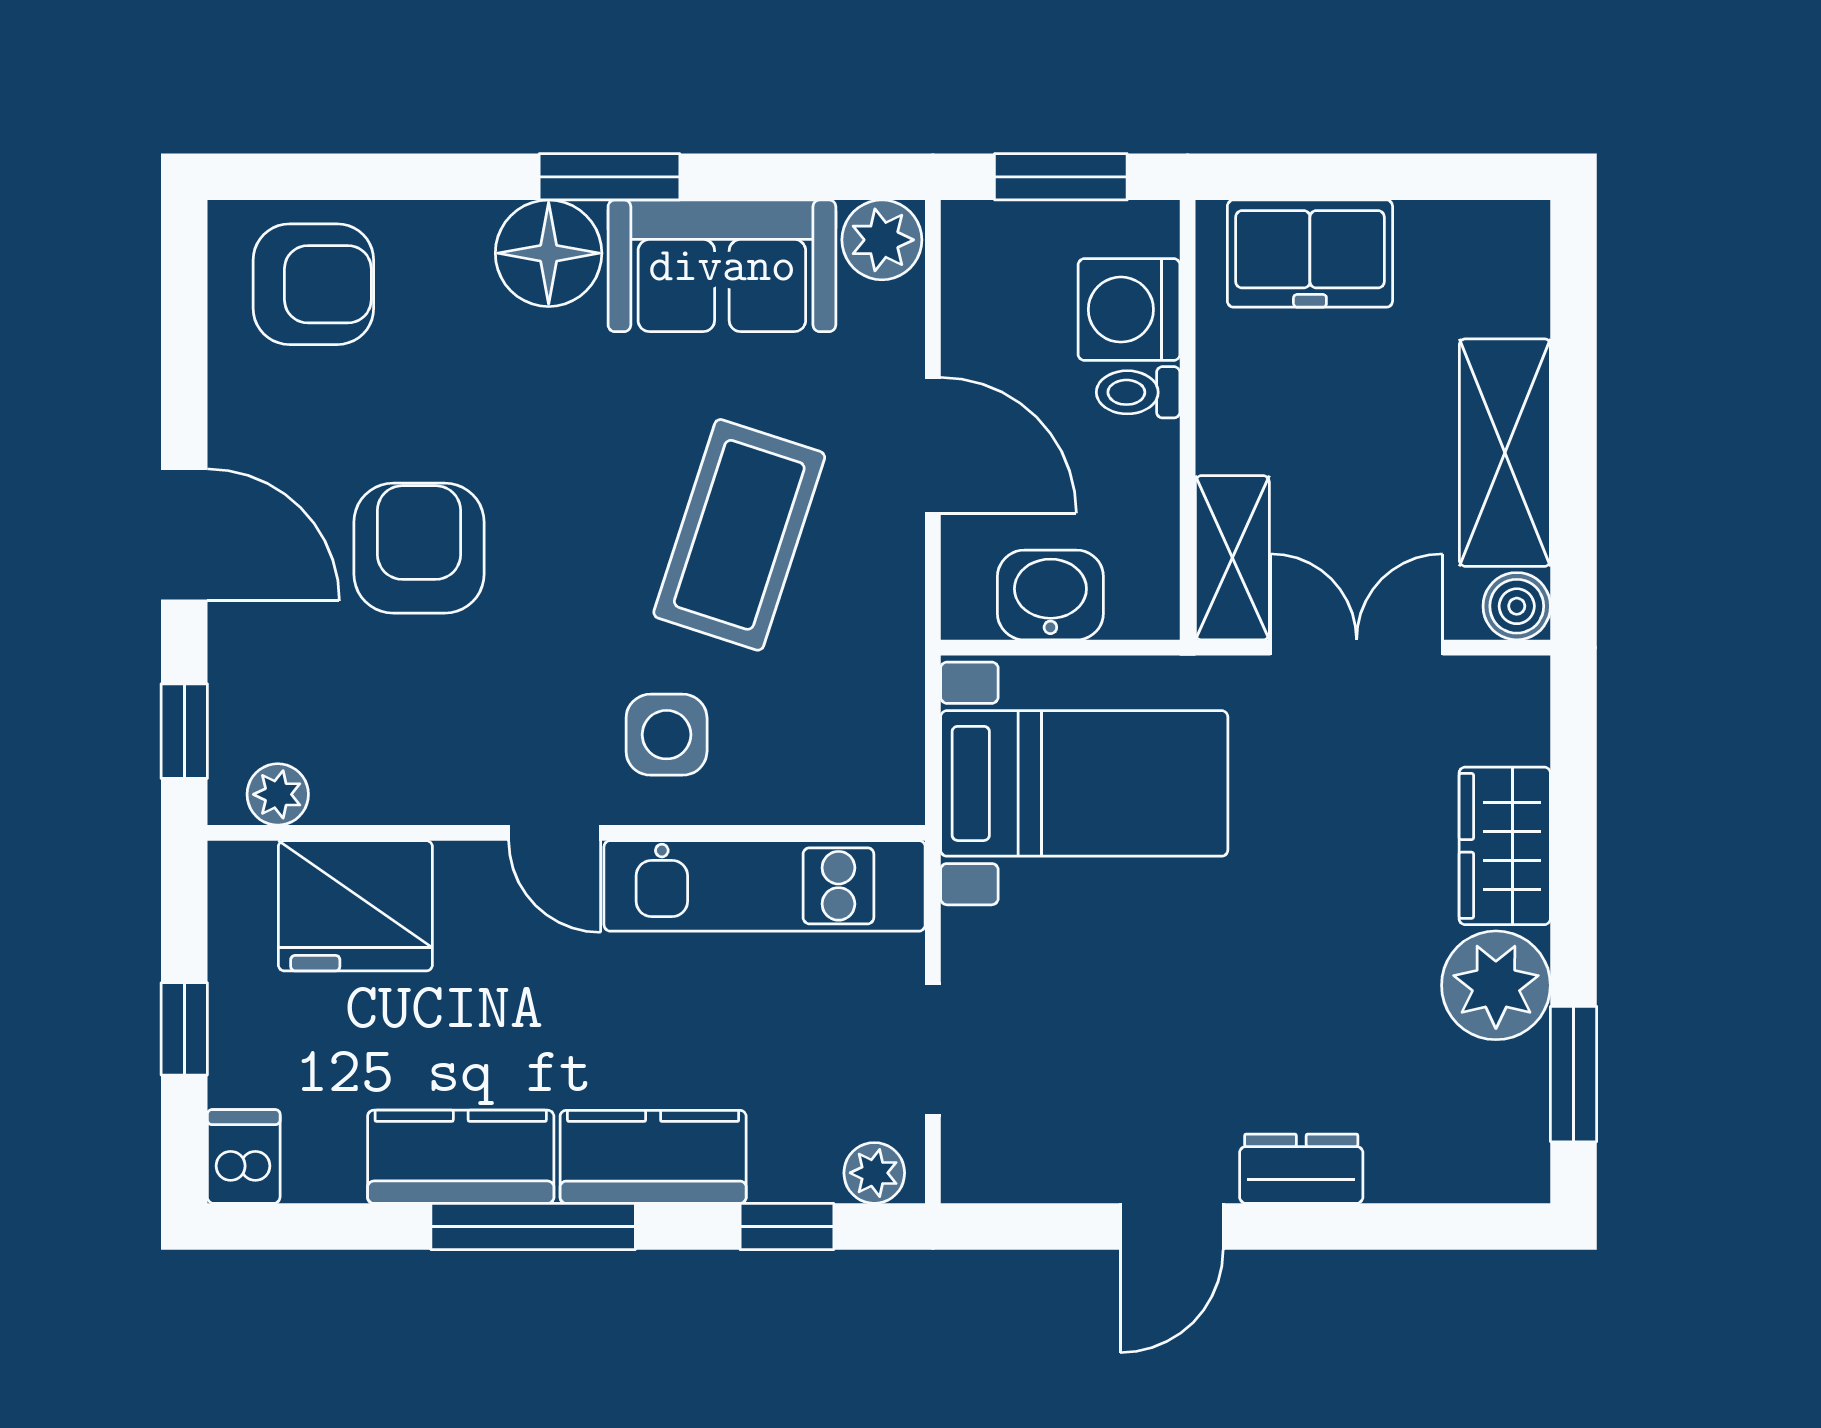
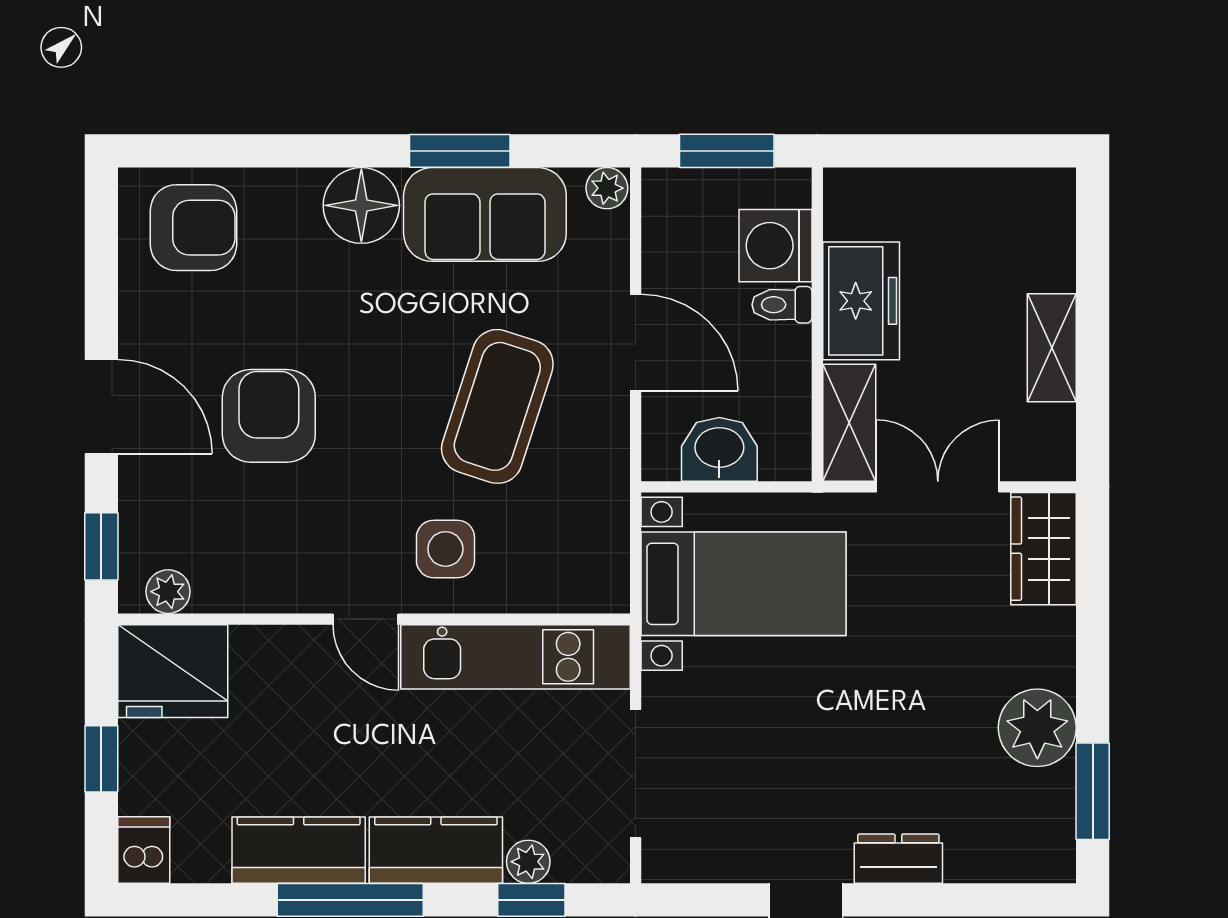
window: (610, 177) -> (460, 151), moved
plant: (882, 240) -> (607, 188), width x0.73, depth x0.73
freezer: (1310, 254) -> (861, 301), moved, turned -90
shelving: (1505, 453) -> (1052, 348), width x0.67, depth x0.75
boiler: (1517, 606) -> (1052, 457), removed
wardrobe: (1505, 846) -> (1044, 549), moved
fridge: (355, 906) -> (173, 671), moved
doorway: (933, 1050) -> (636, 774), width x1.38
plant: (874, 1173) -> (528, 862), moved

